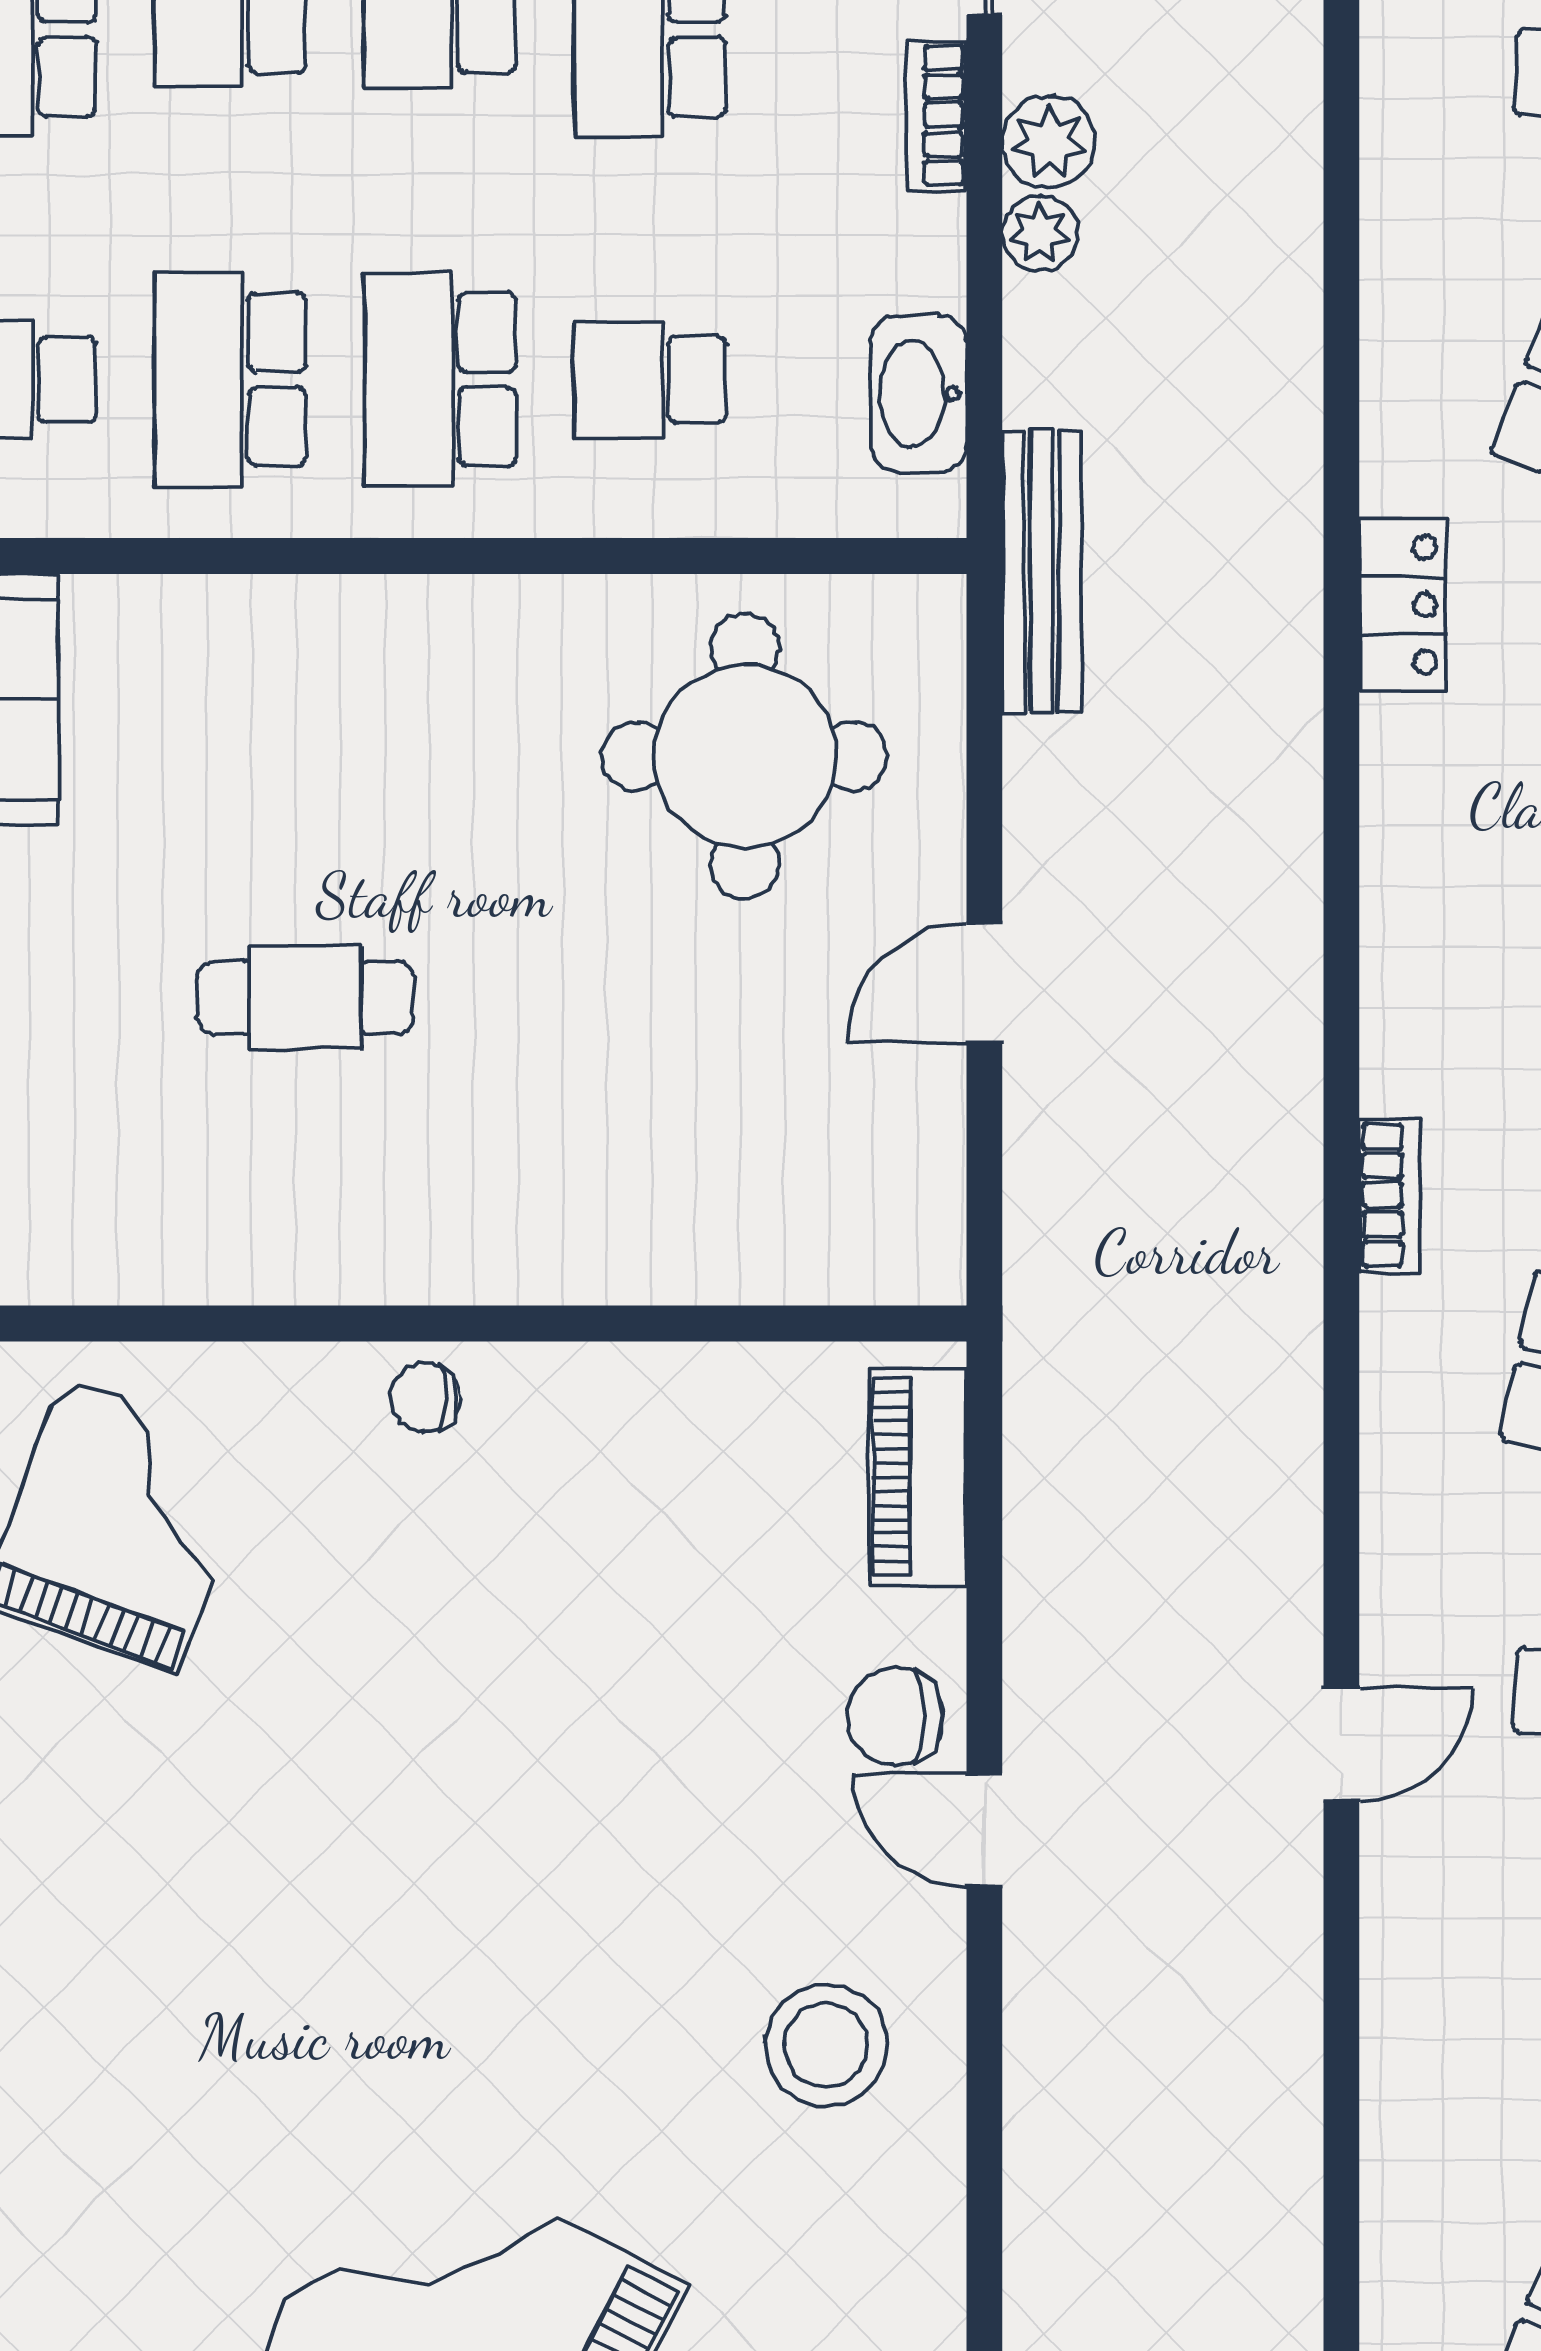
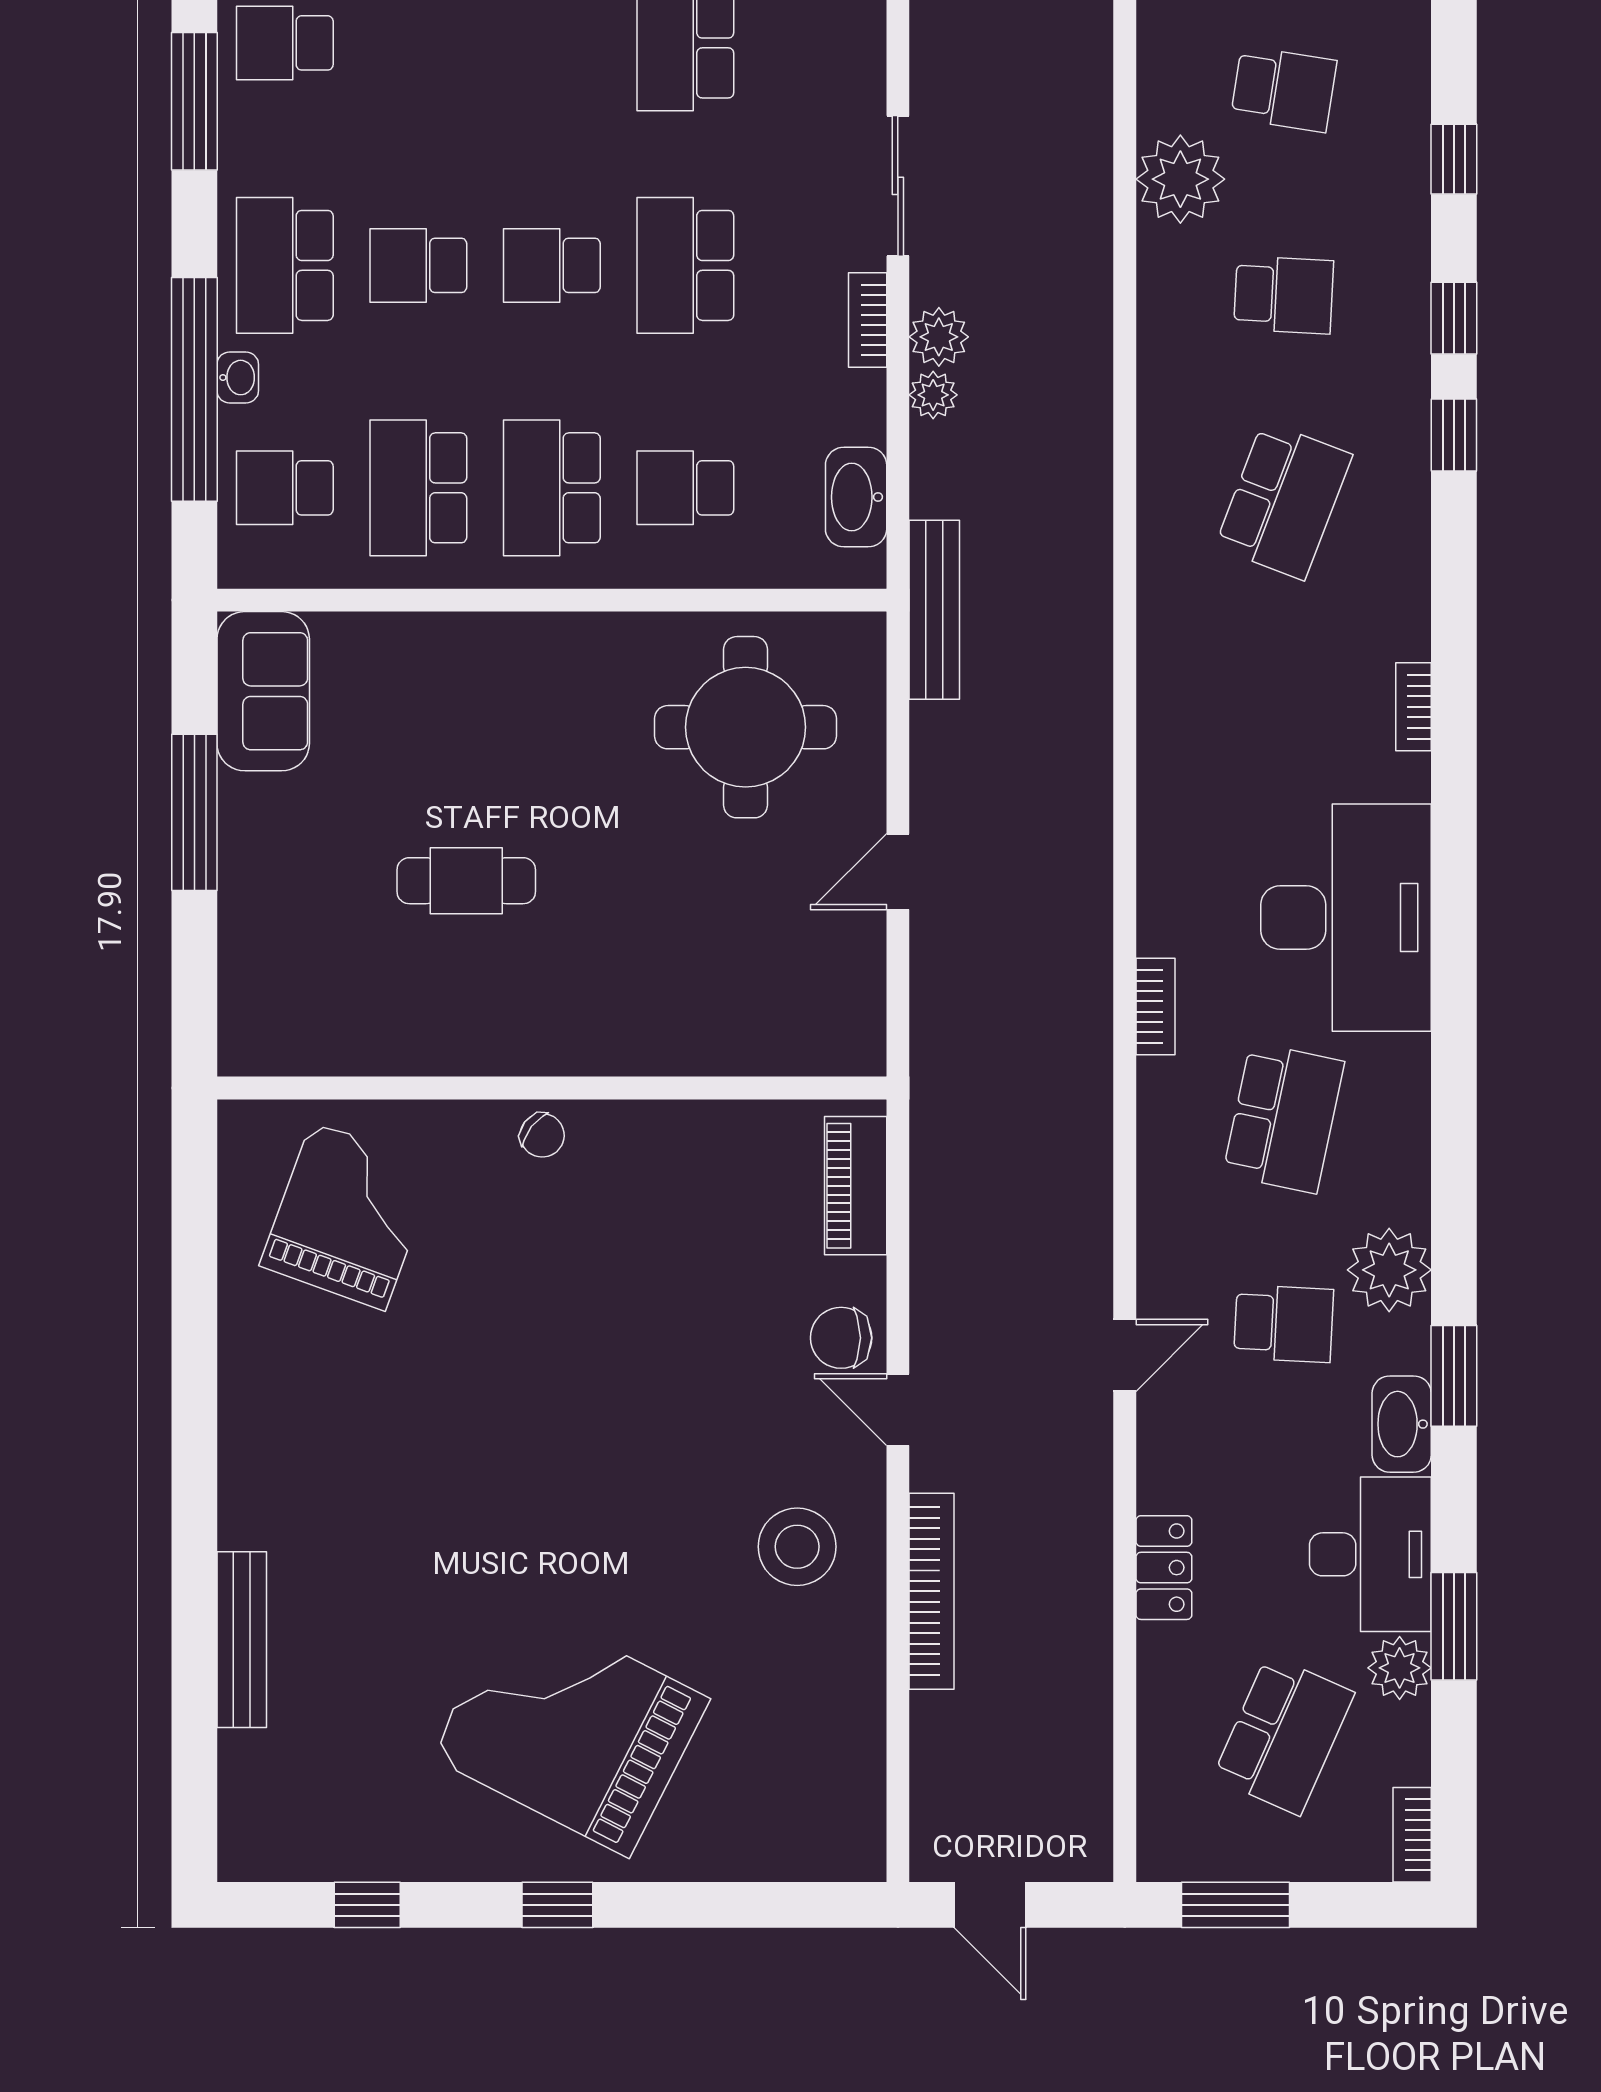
locker: (1403, 605) -> (1164, 1568), moved
chair: (425, 1398) -> (542, 1135), turned -142
bookcase: (1037, 2115) -> (932, 1591), added

